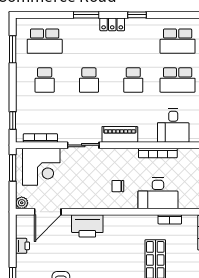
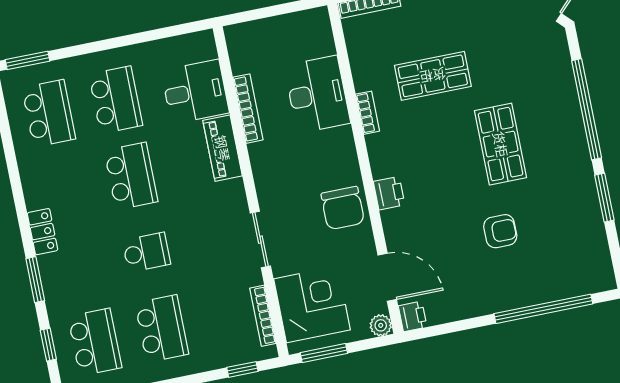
window: (137, 15) -> (48, 345), moved
school desk: (45, 80) -> (162, 328), width x1.85
school desk: (133, 80) -> (131, 176), width x1.85
piano: (120, 134) -> (223, 148), moved
chair: (118, 186) -> (343, 208), moved, width x1.87, depth x1.87
bookcase: (170, 219) -> (368, 113), moved
printer: (87, 226) -> (389, 193), width x0.53, depth x0.68
printer: (22, 246) -> (413, 316), moved, turned 90

